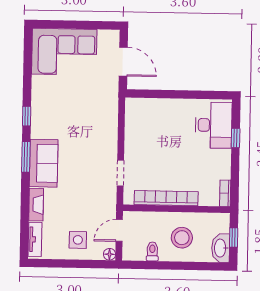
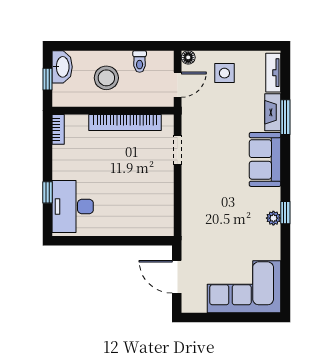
plant: (37, 111) -> (273, 218), added
window: (26, 157) -> (285, 117), moved

